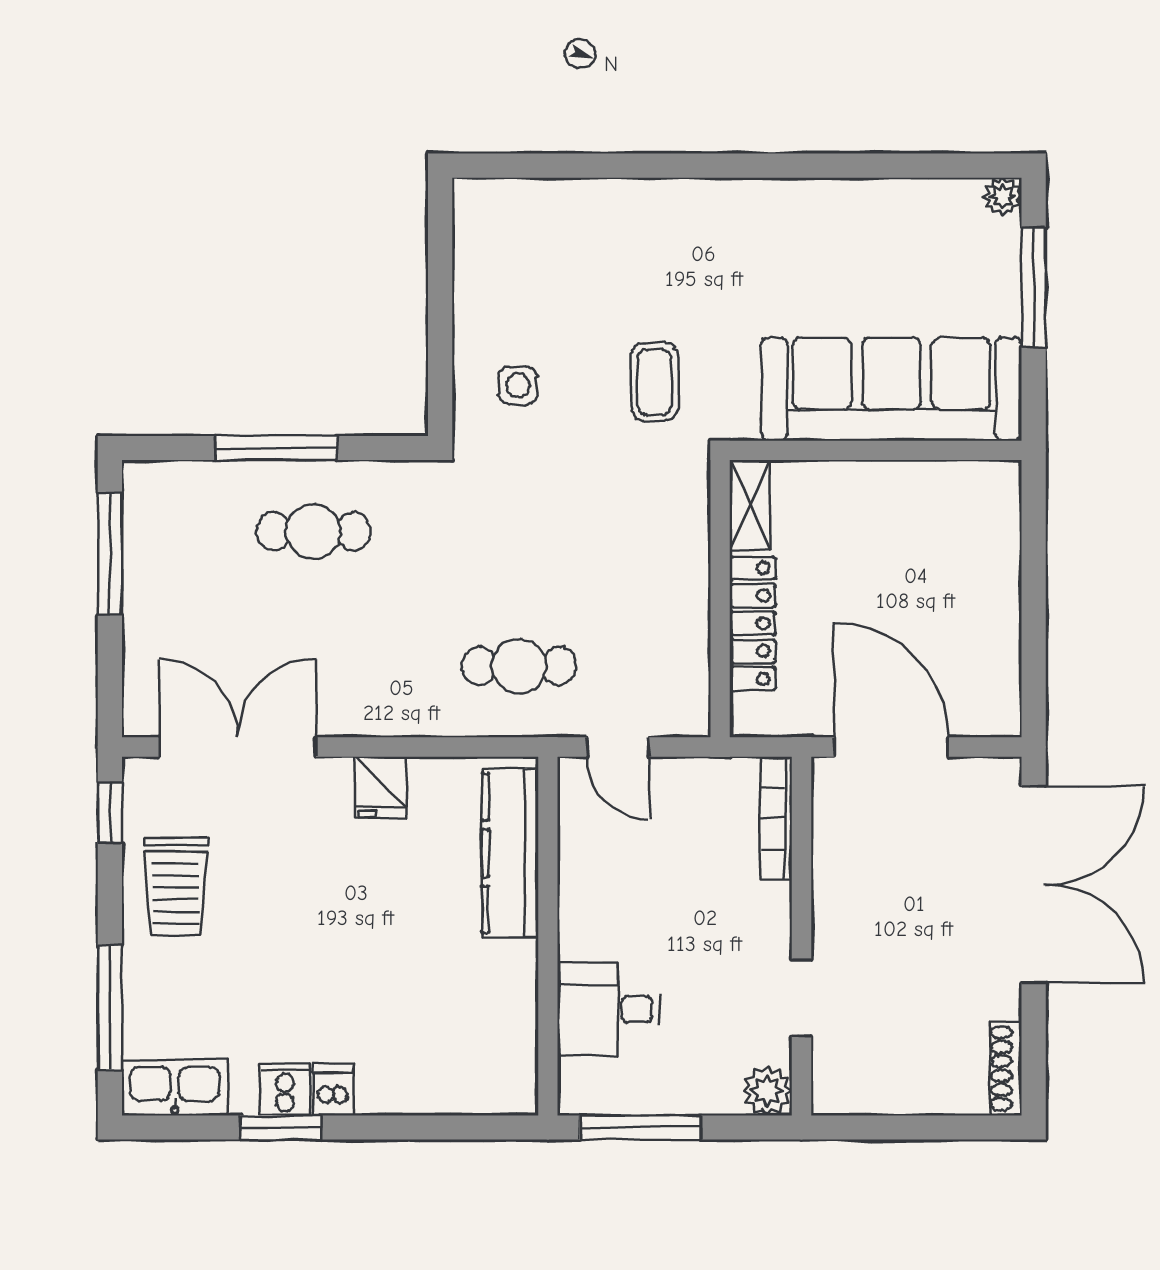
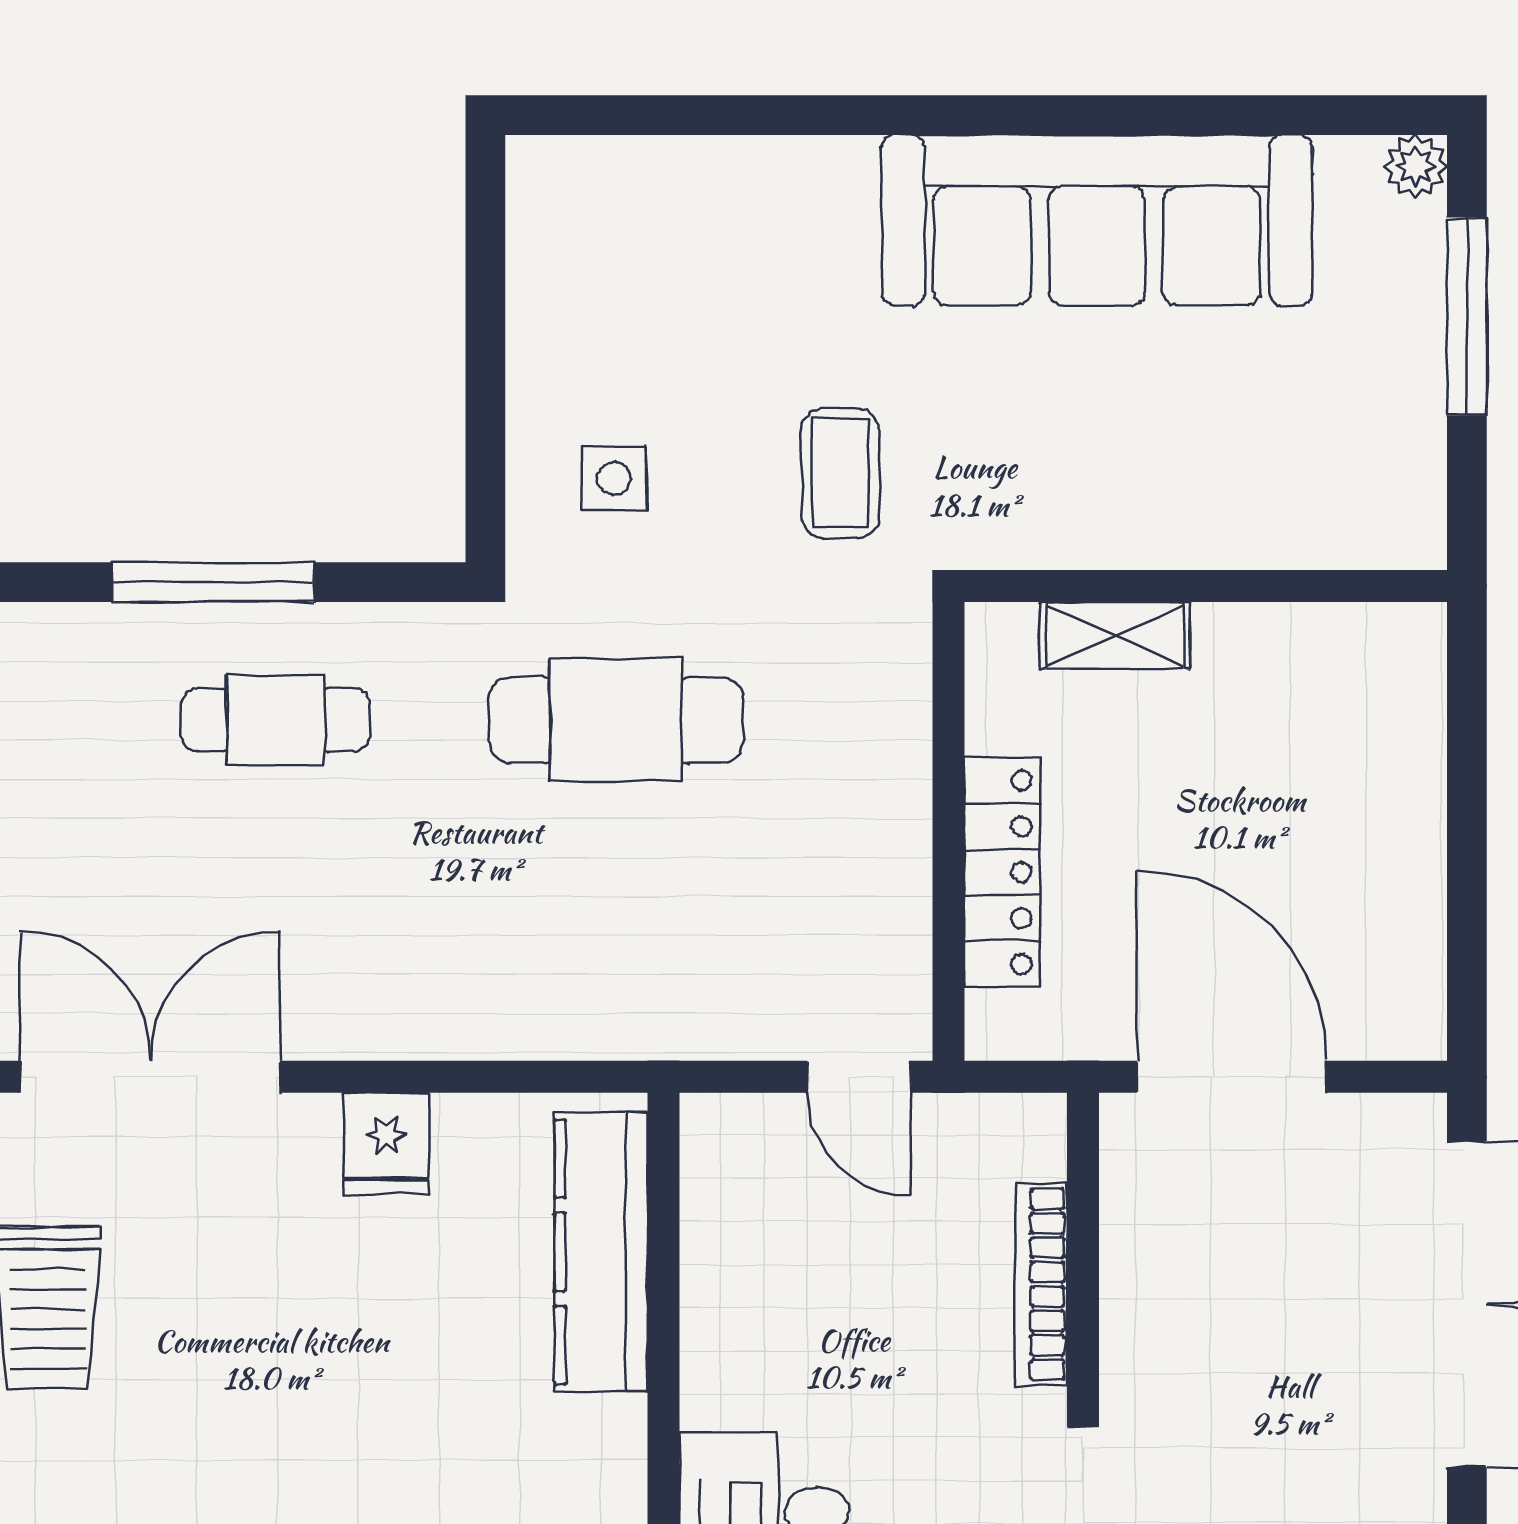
sofa: (892, 389) -> (1097, 220), moved, turned 180
shelving: (750, 505) -> (1115, 635), moved, turned 90
cafe table: (519, 666) -> (616, 720), moved, width x1.37, depth x1.35
door: (618, 747) -> (859, 1077), moved
bookcase: (776, 818) -> (1041, 1284), moved

